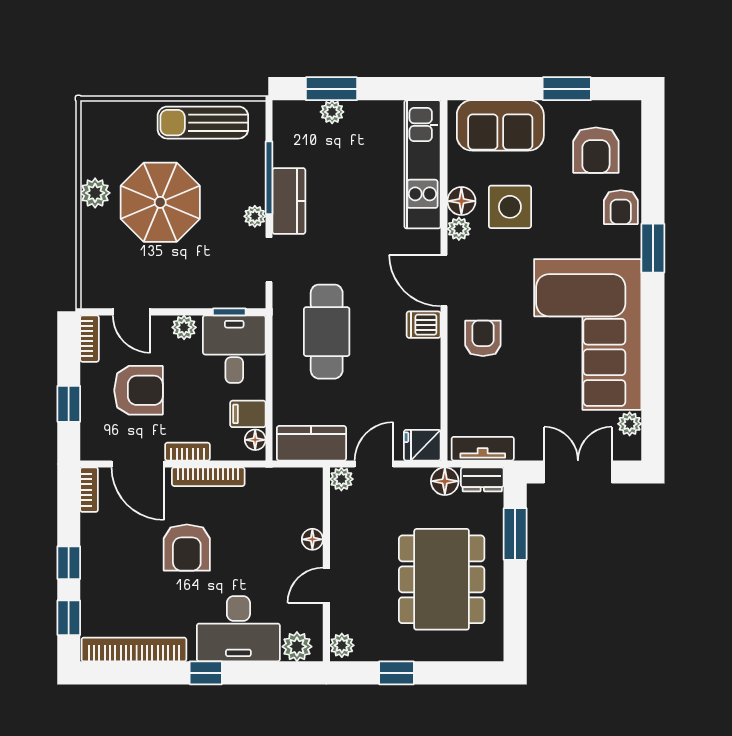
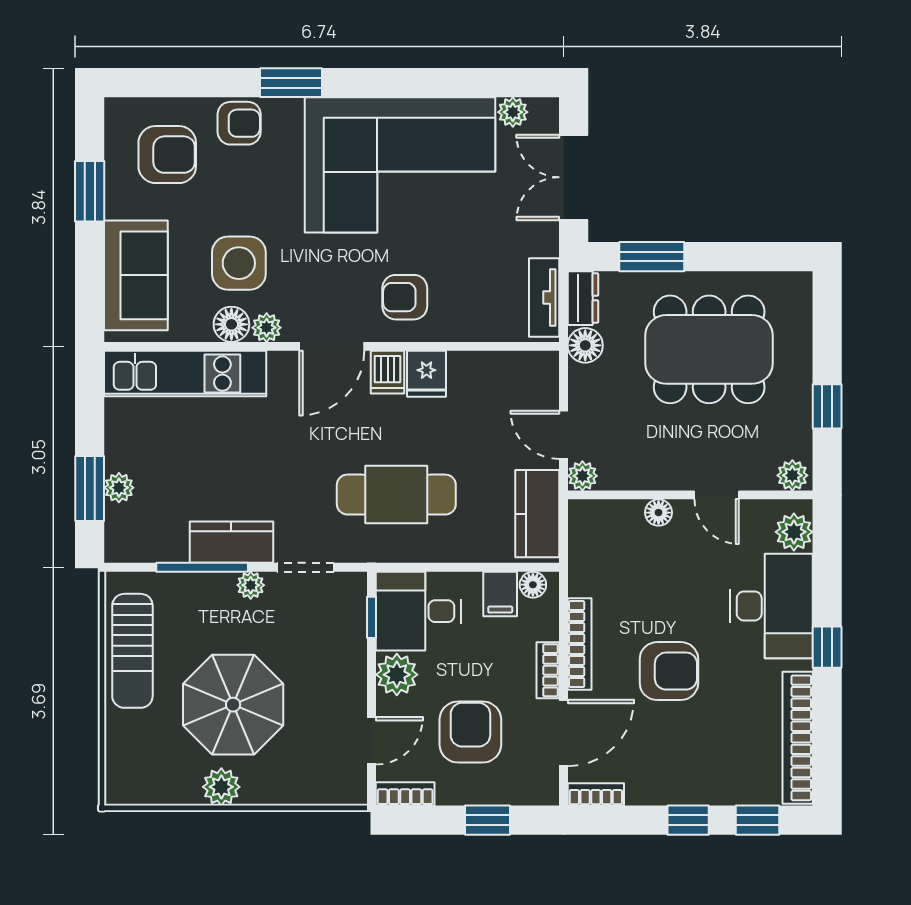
plant: (184, 327) -> (397, 675), width x1.38, depth x1.38
fridge: (422, 445) -> (426, 374), moved

